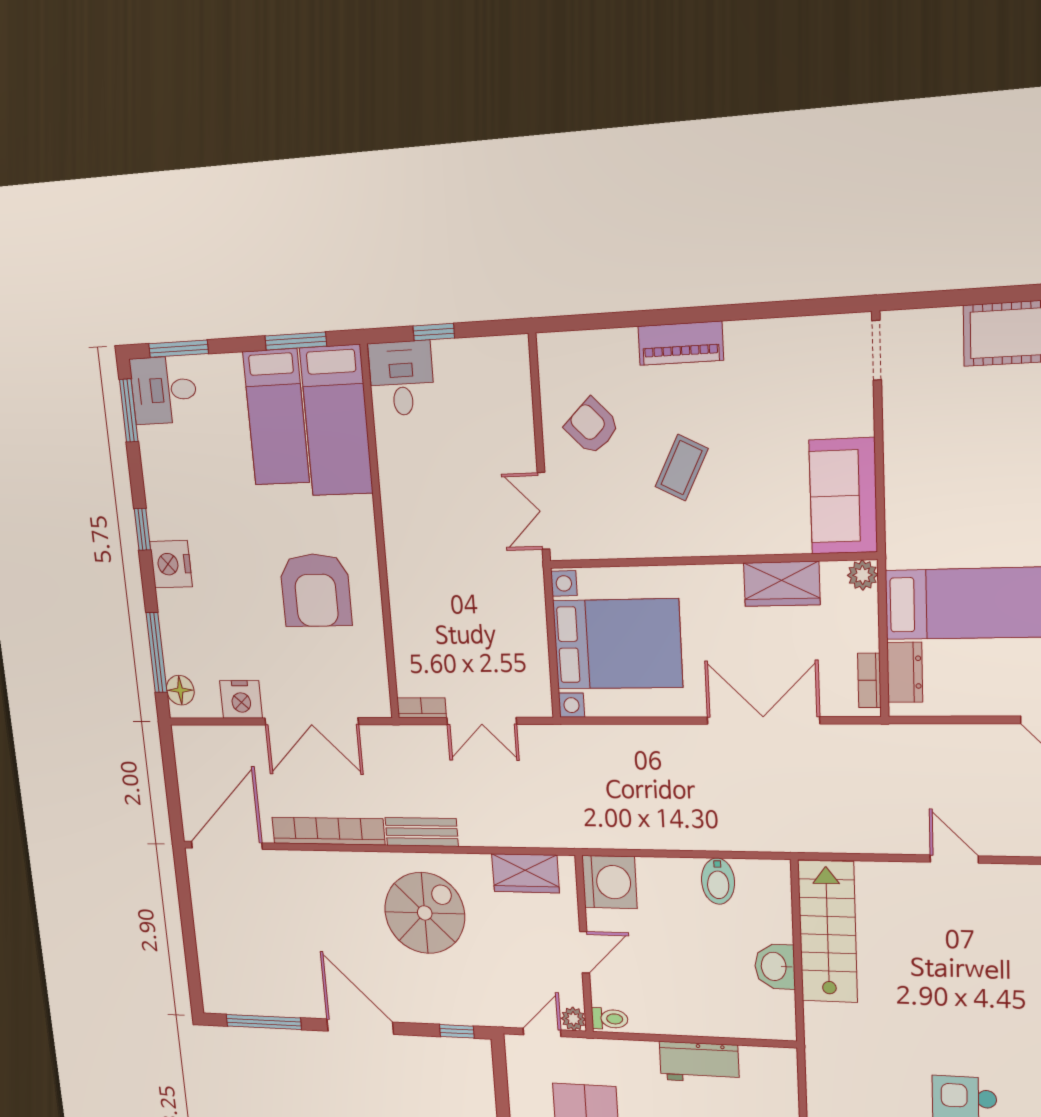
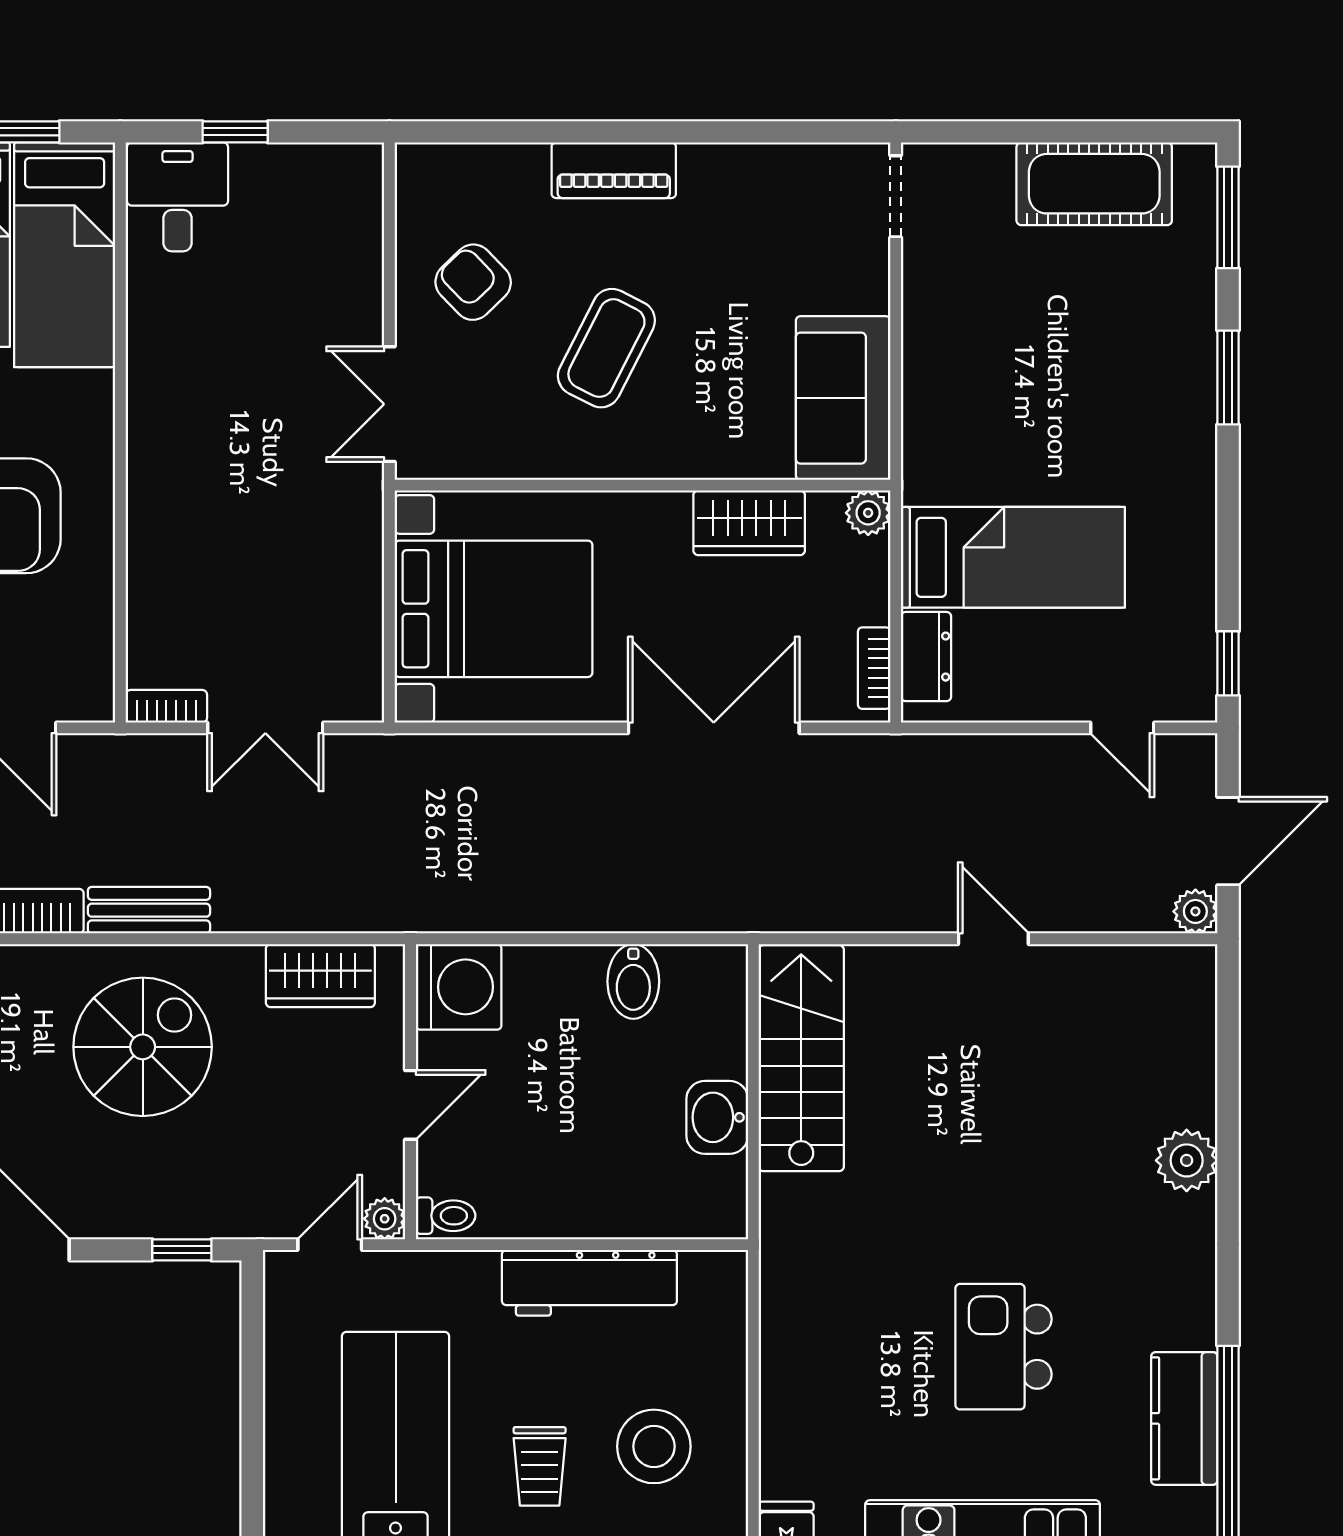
coffee table: (682, 468) -> (606, 348), width x1.36, depth x1.30
workbench: (699, 1062) -> (589, 1283), width x1.38

